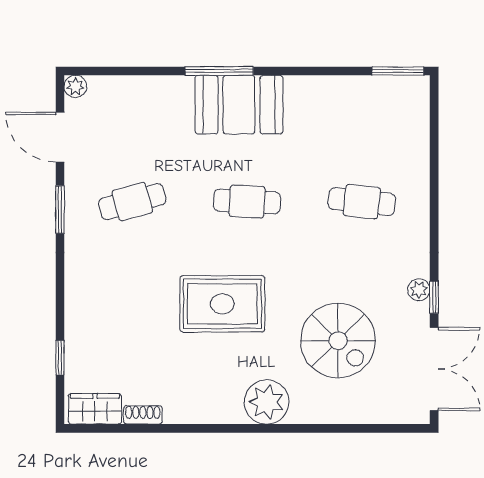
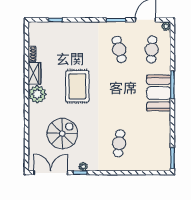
cafe table: (247, 202) -> (152, 49), moved
spiral stairs: (338, 341) -> (62, 134), turned 180
double door: (434, 369) -> (51, 173), swing flipped
plant: (267, 402) -> (37, 94), moved
wardrobe: (95, 409) -> (34, 73), moved

